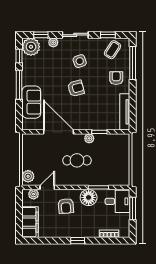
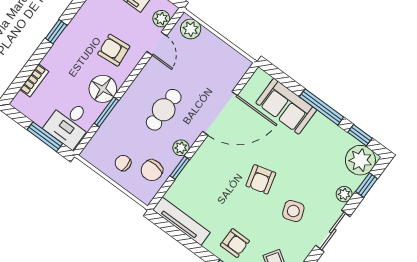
chair: (111, 144) -> (152, 170), added
chair: (117, 161) -> (123, 163), added

